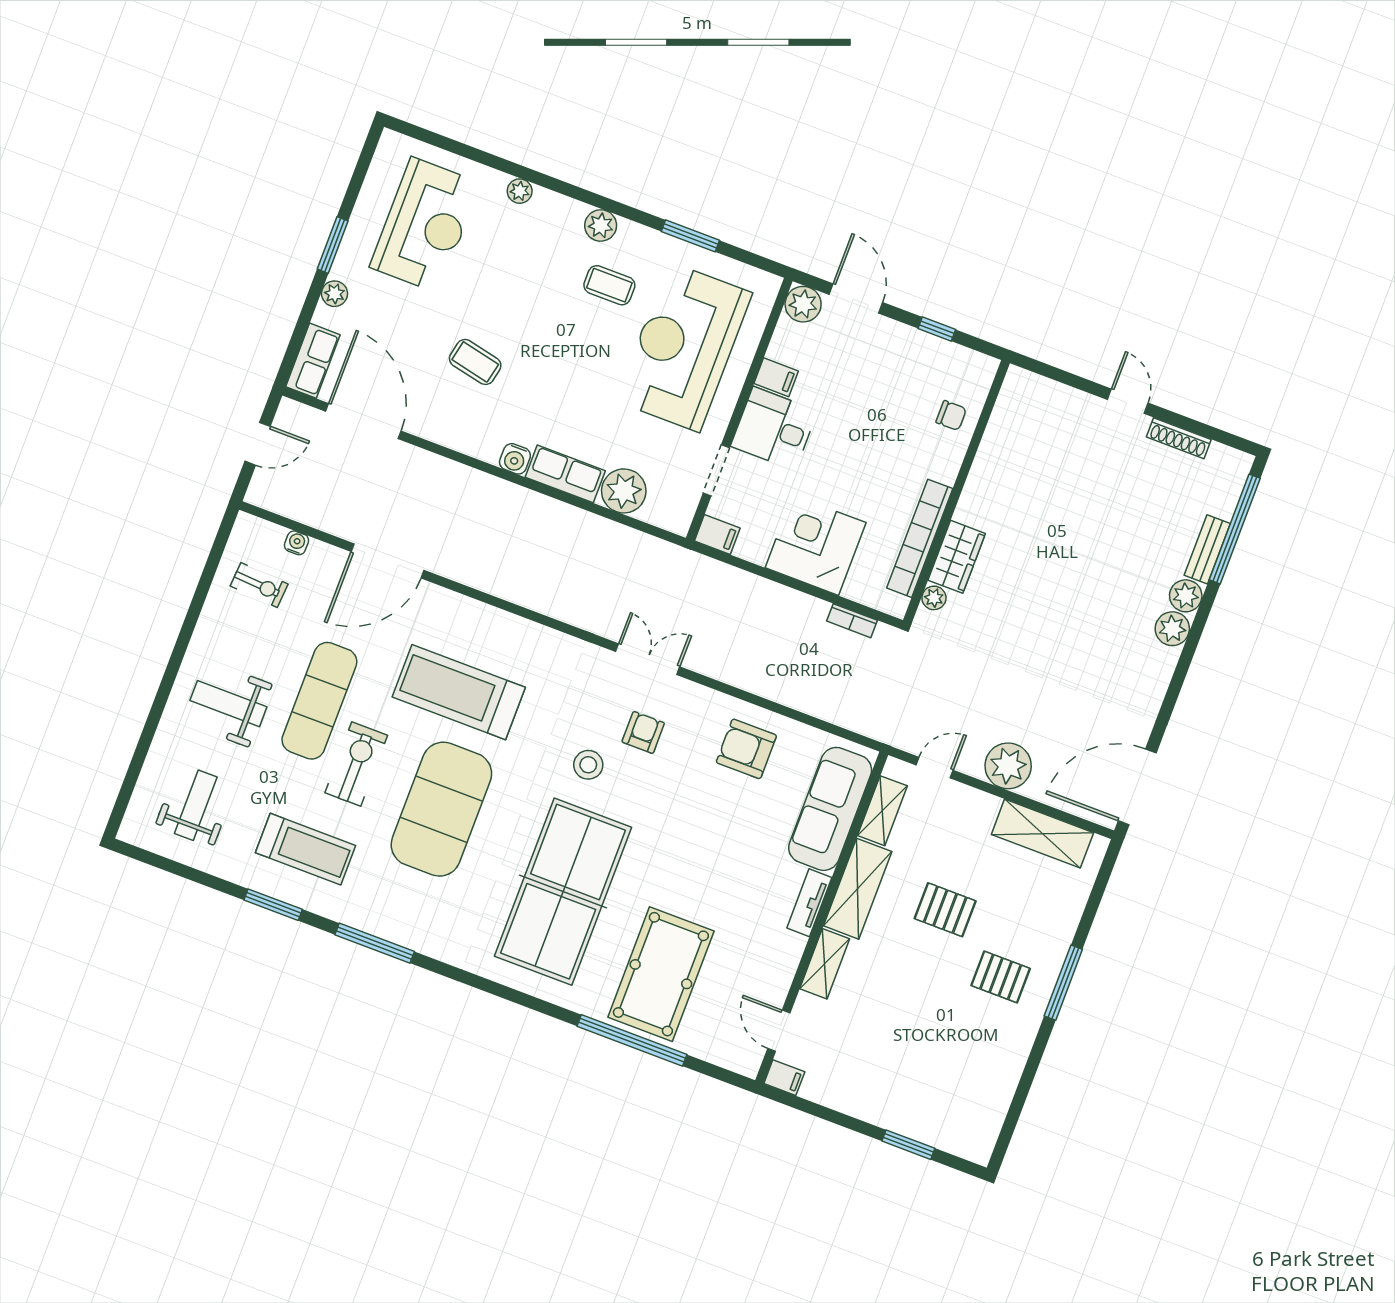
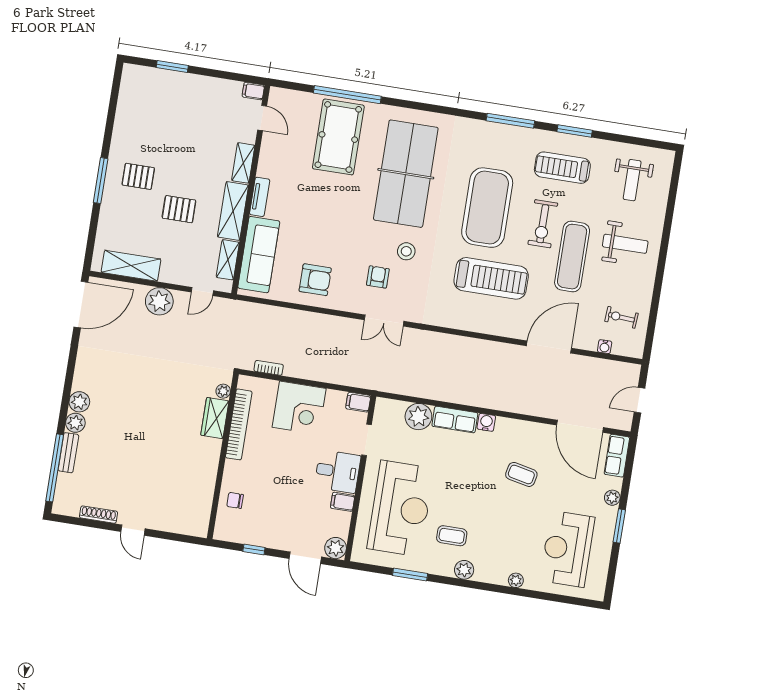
armchair: (643, 732) -> (378, 277), turned 180

